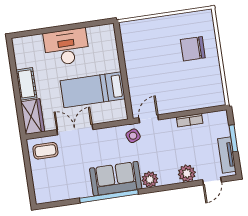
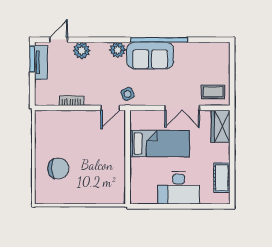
cot: (26, 84) -> (222, 178), moved
window: (233, 138) -> (32, 59), moved

